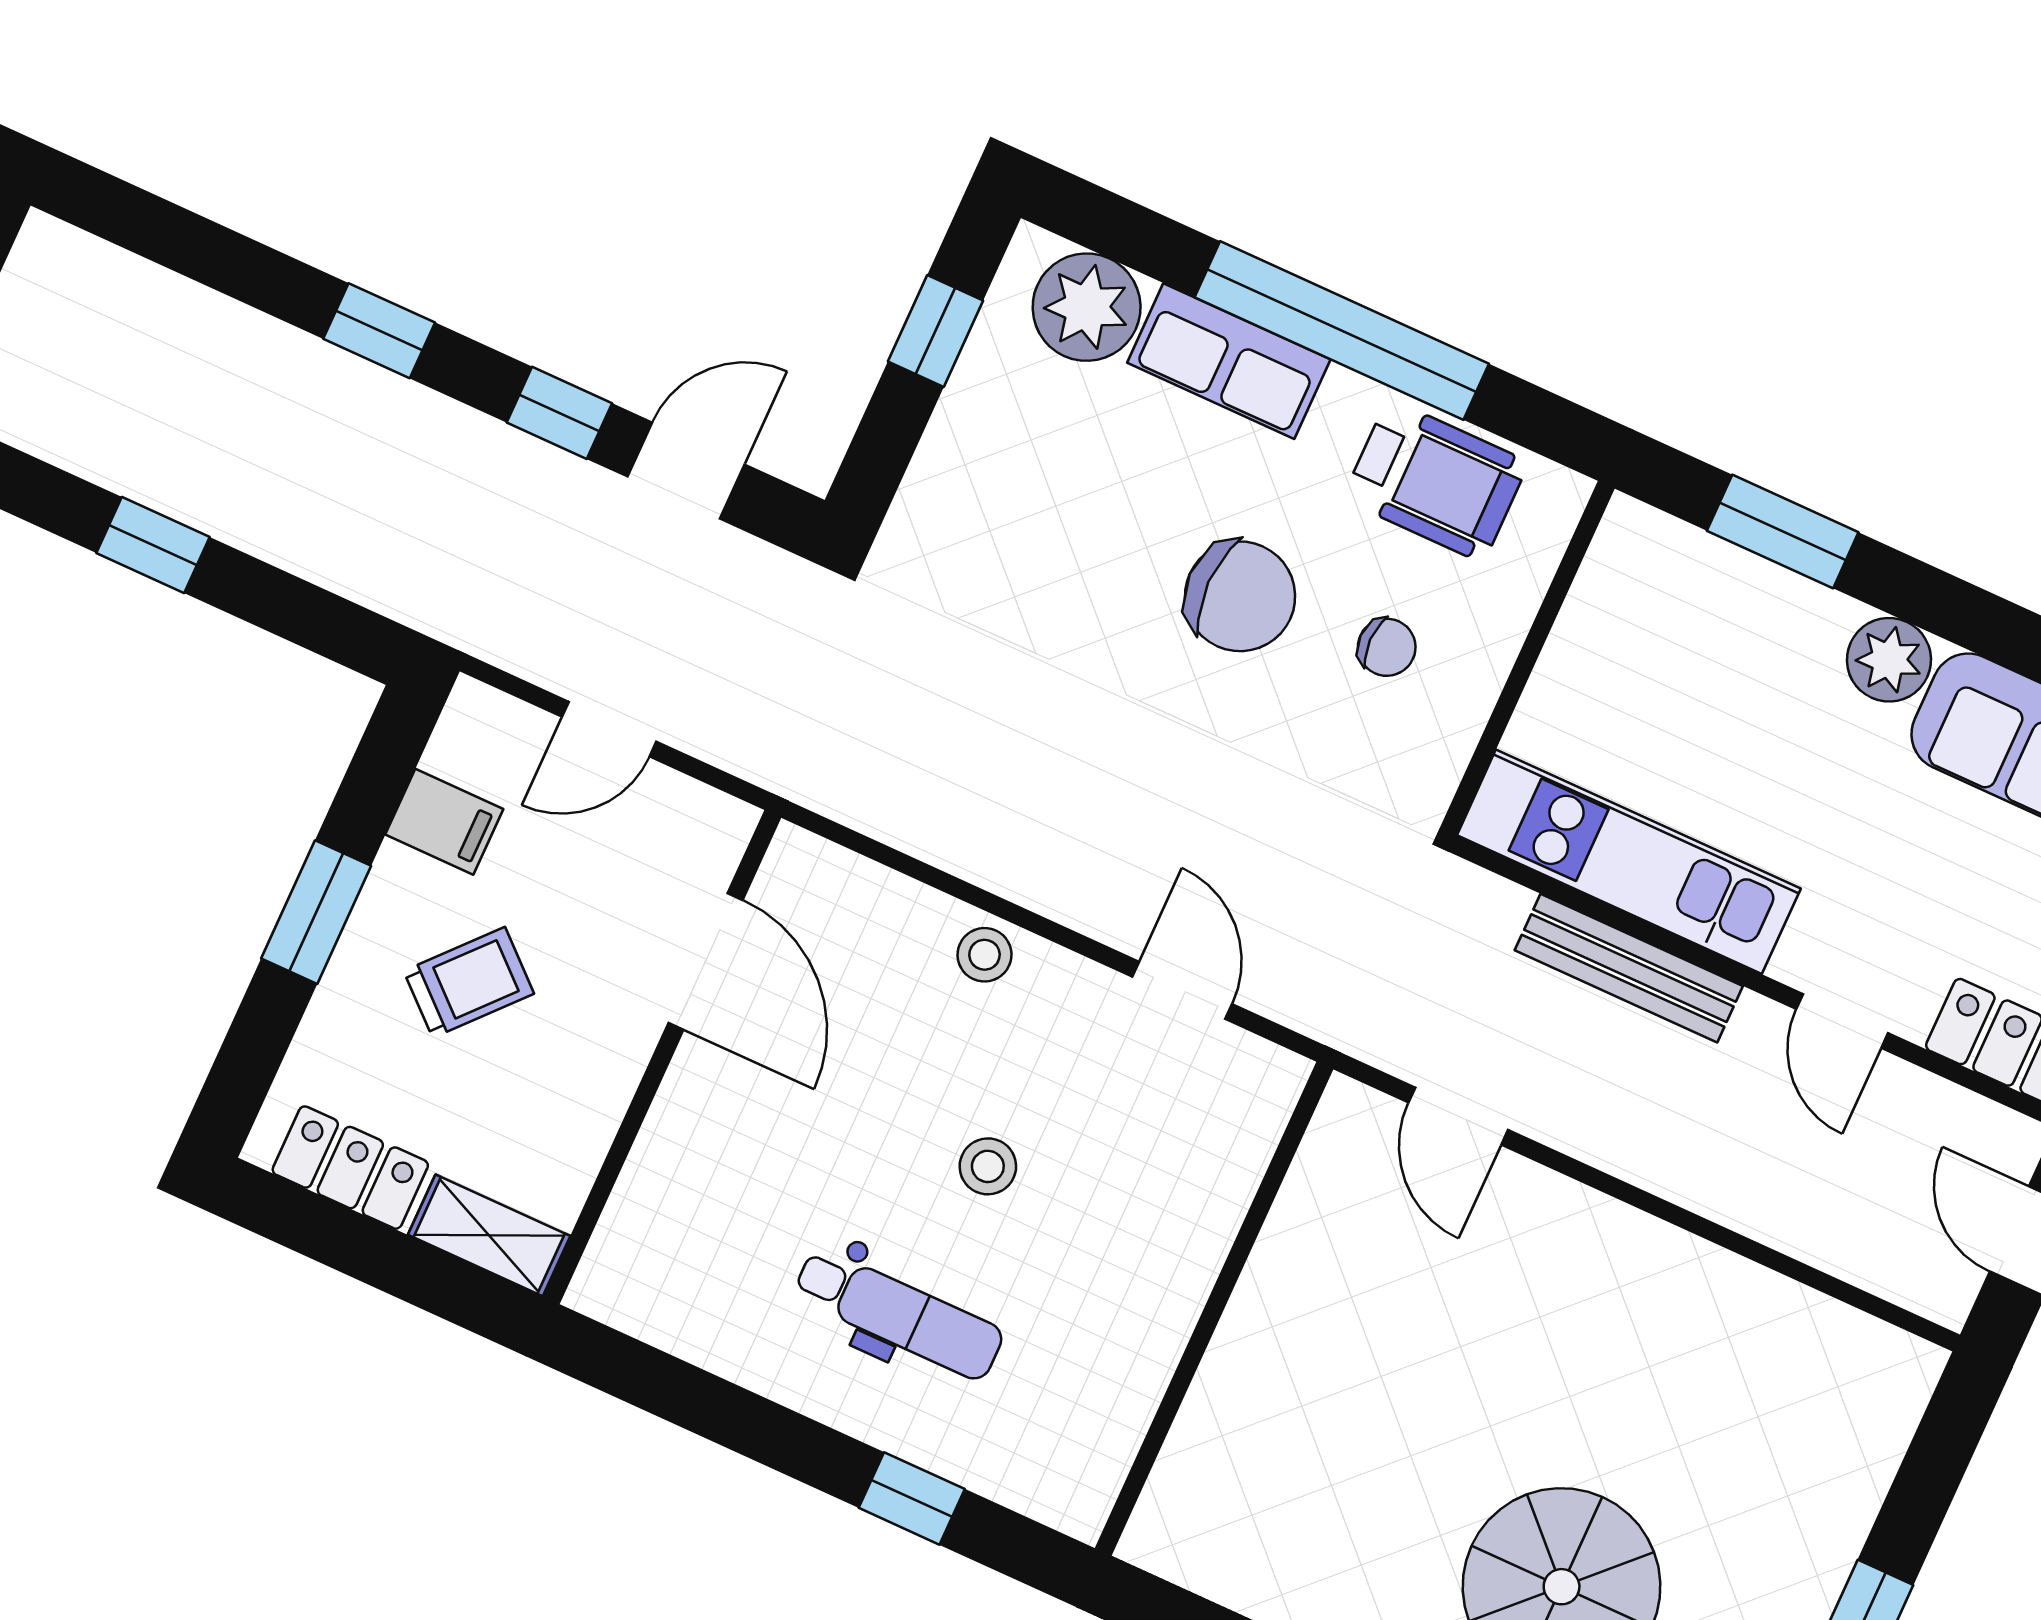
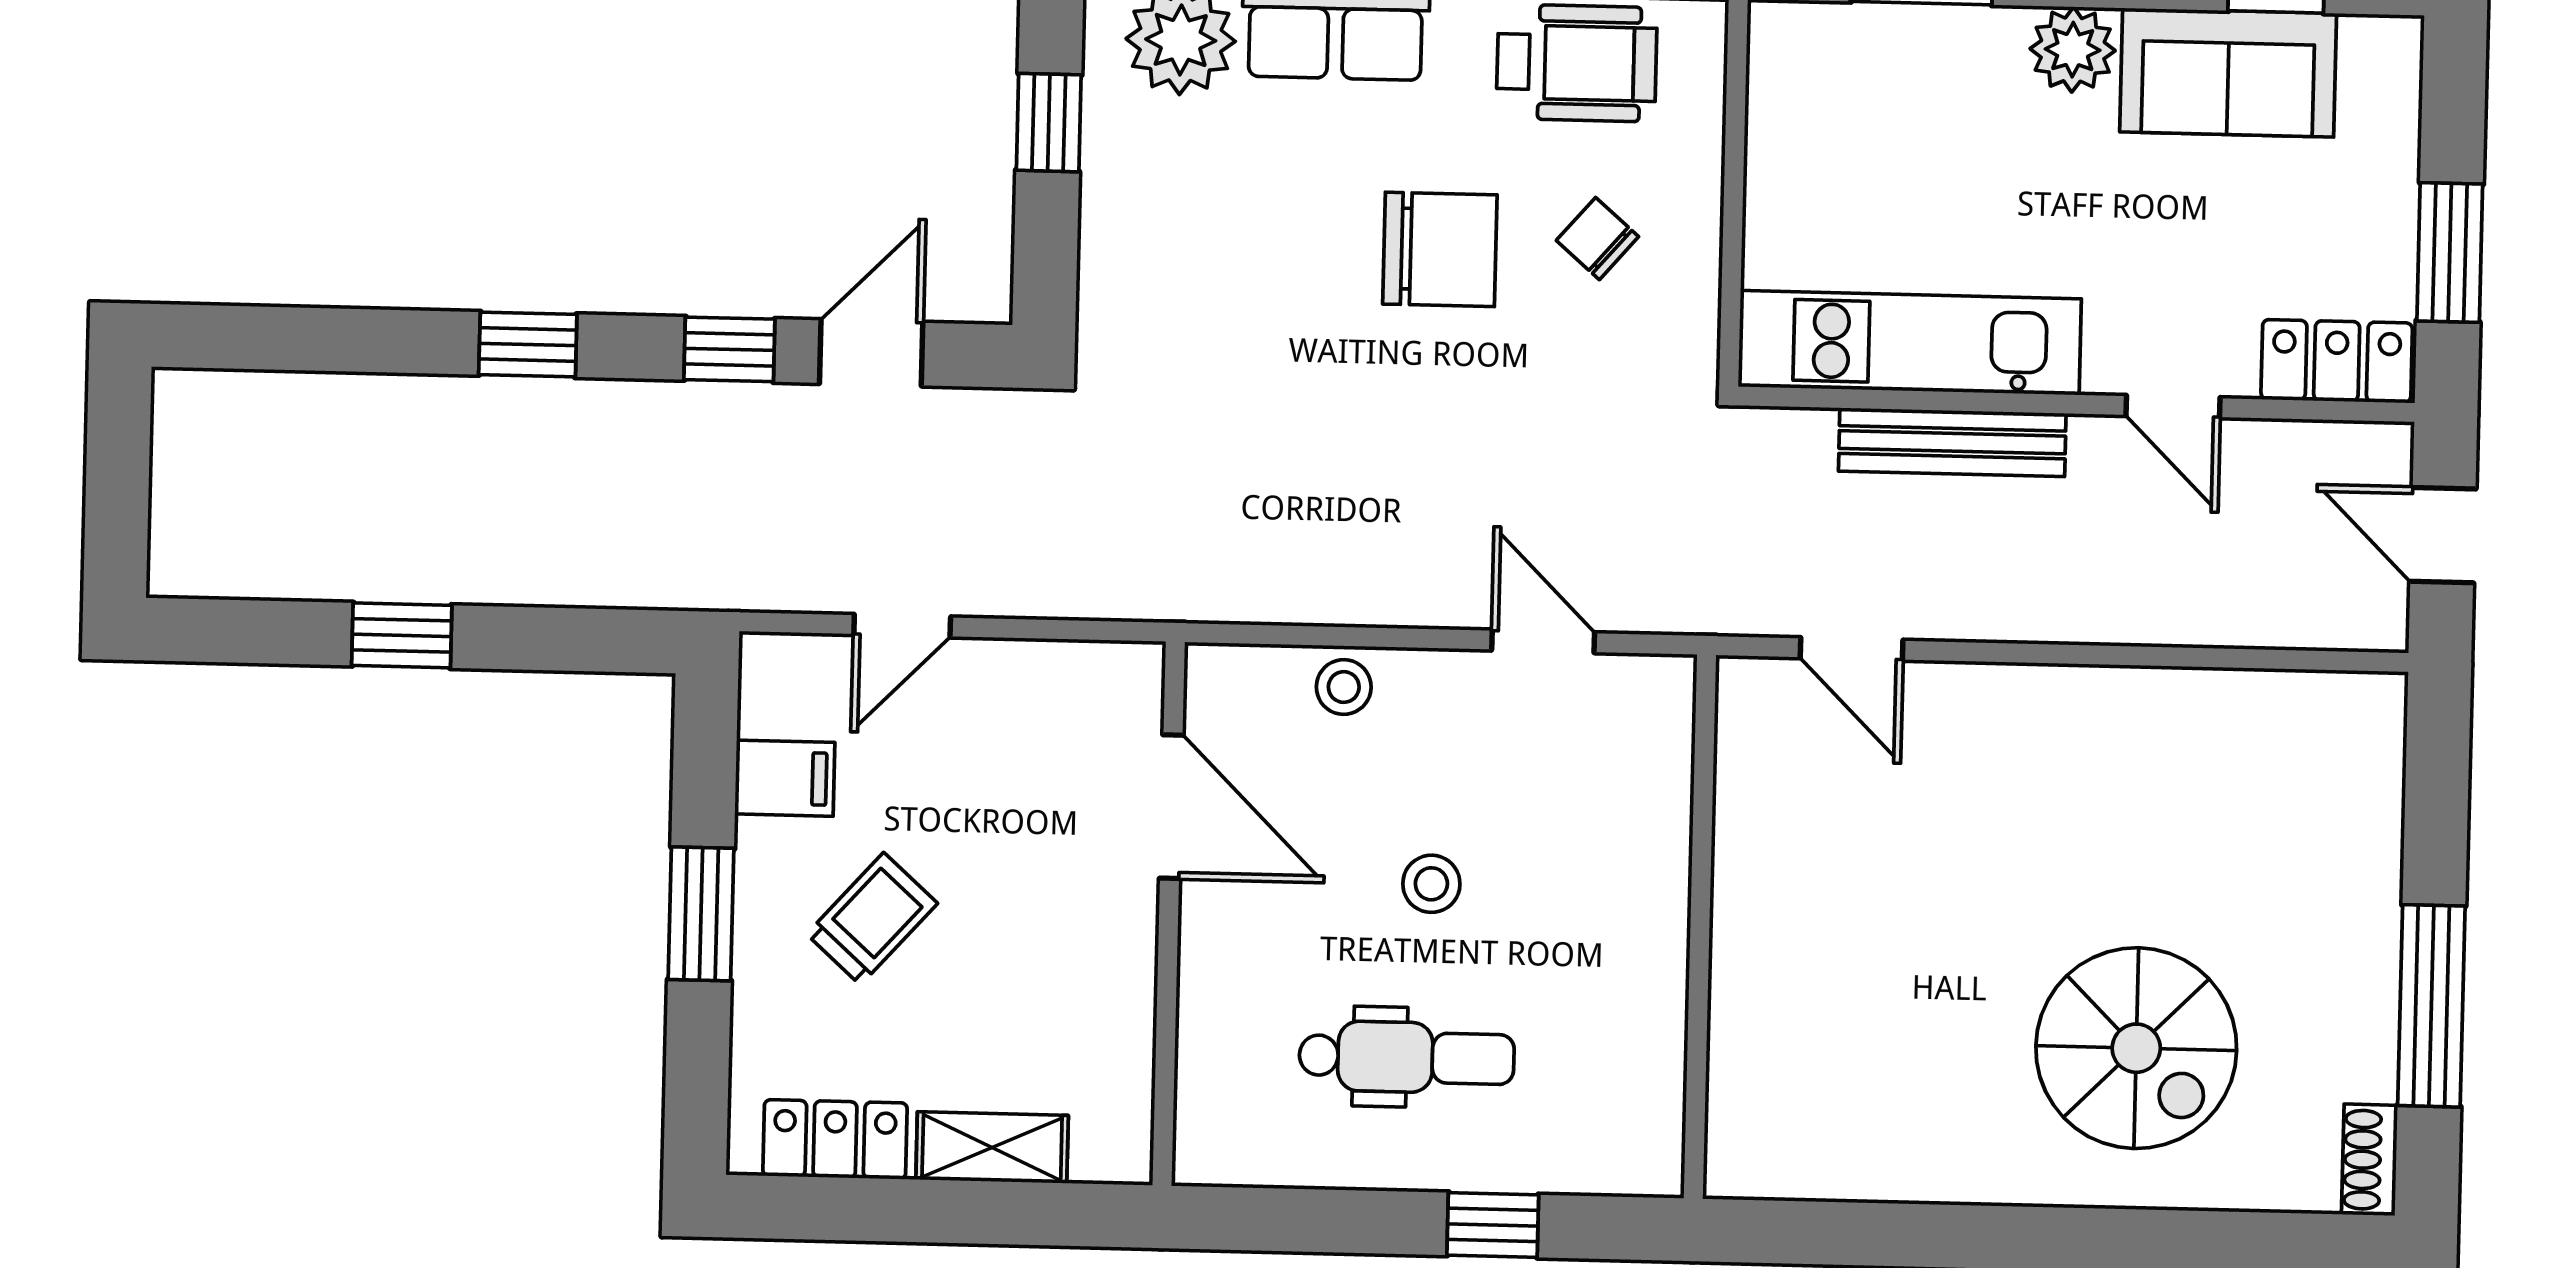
chair: (1387, 647) -> (1597, 239), turned -139
door: (706, 961) -> (1171, 807), moved
wall: (662, 1057) -> (1169, 914), moved

